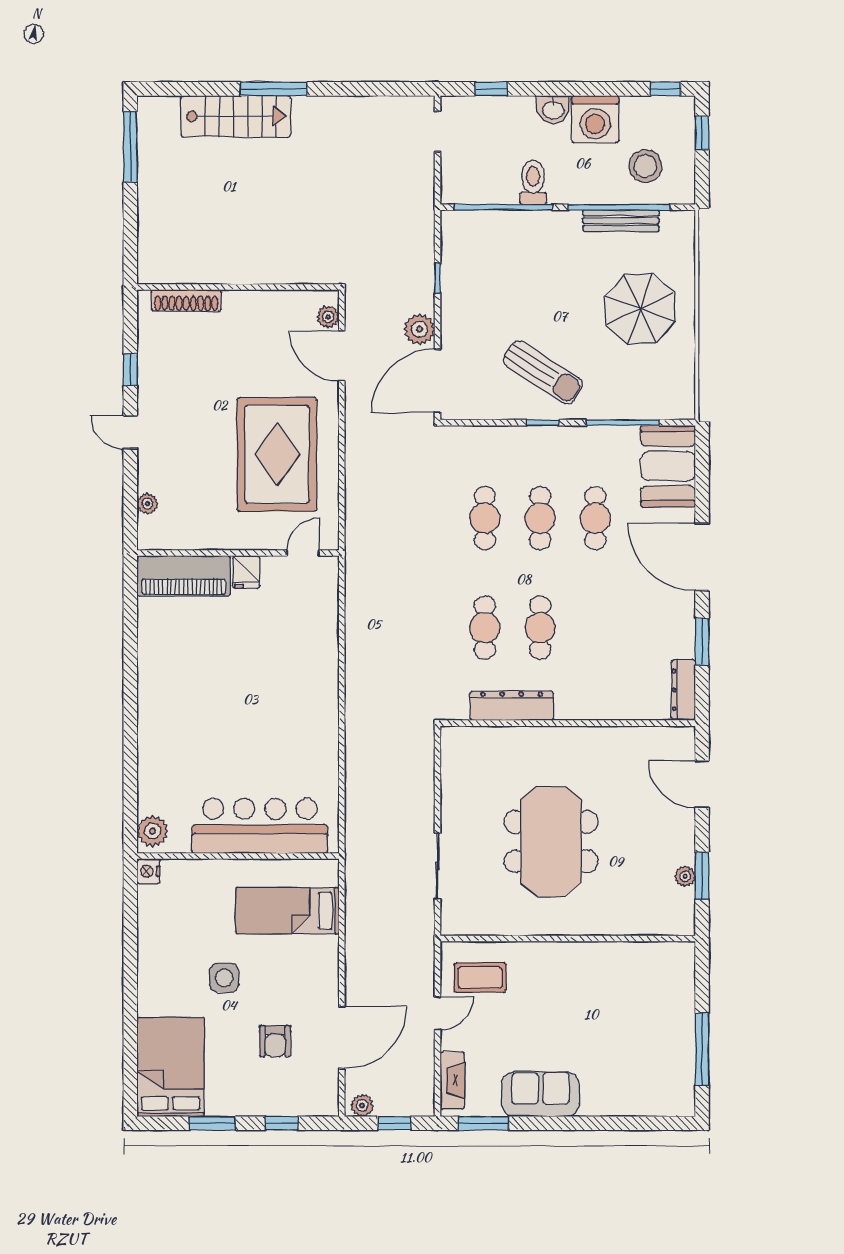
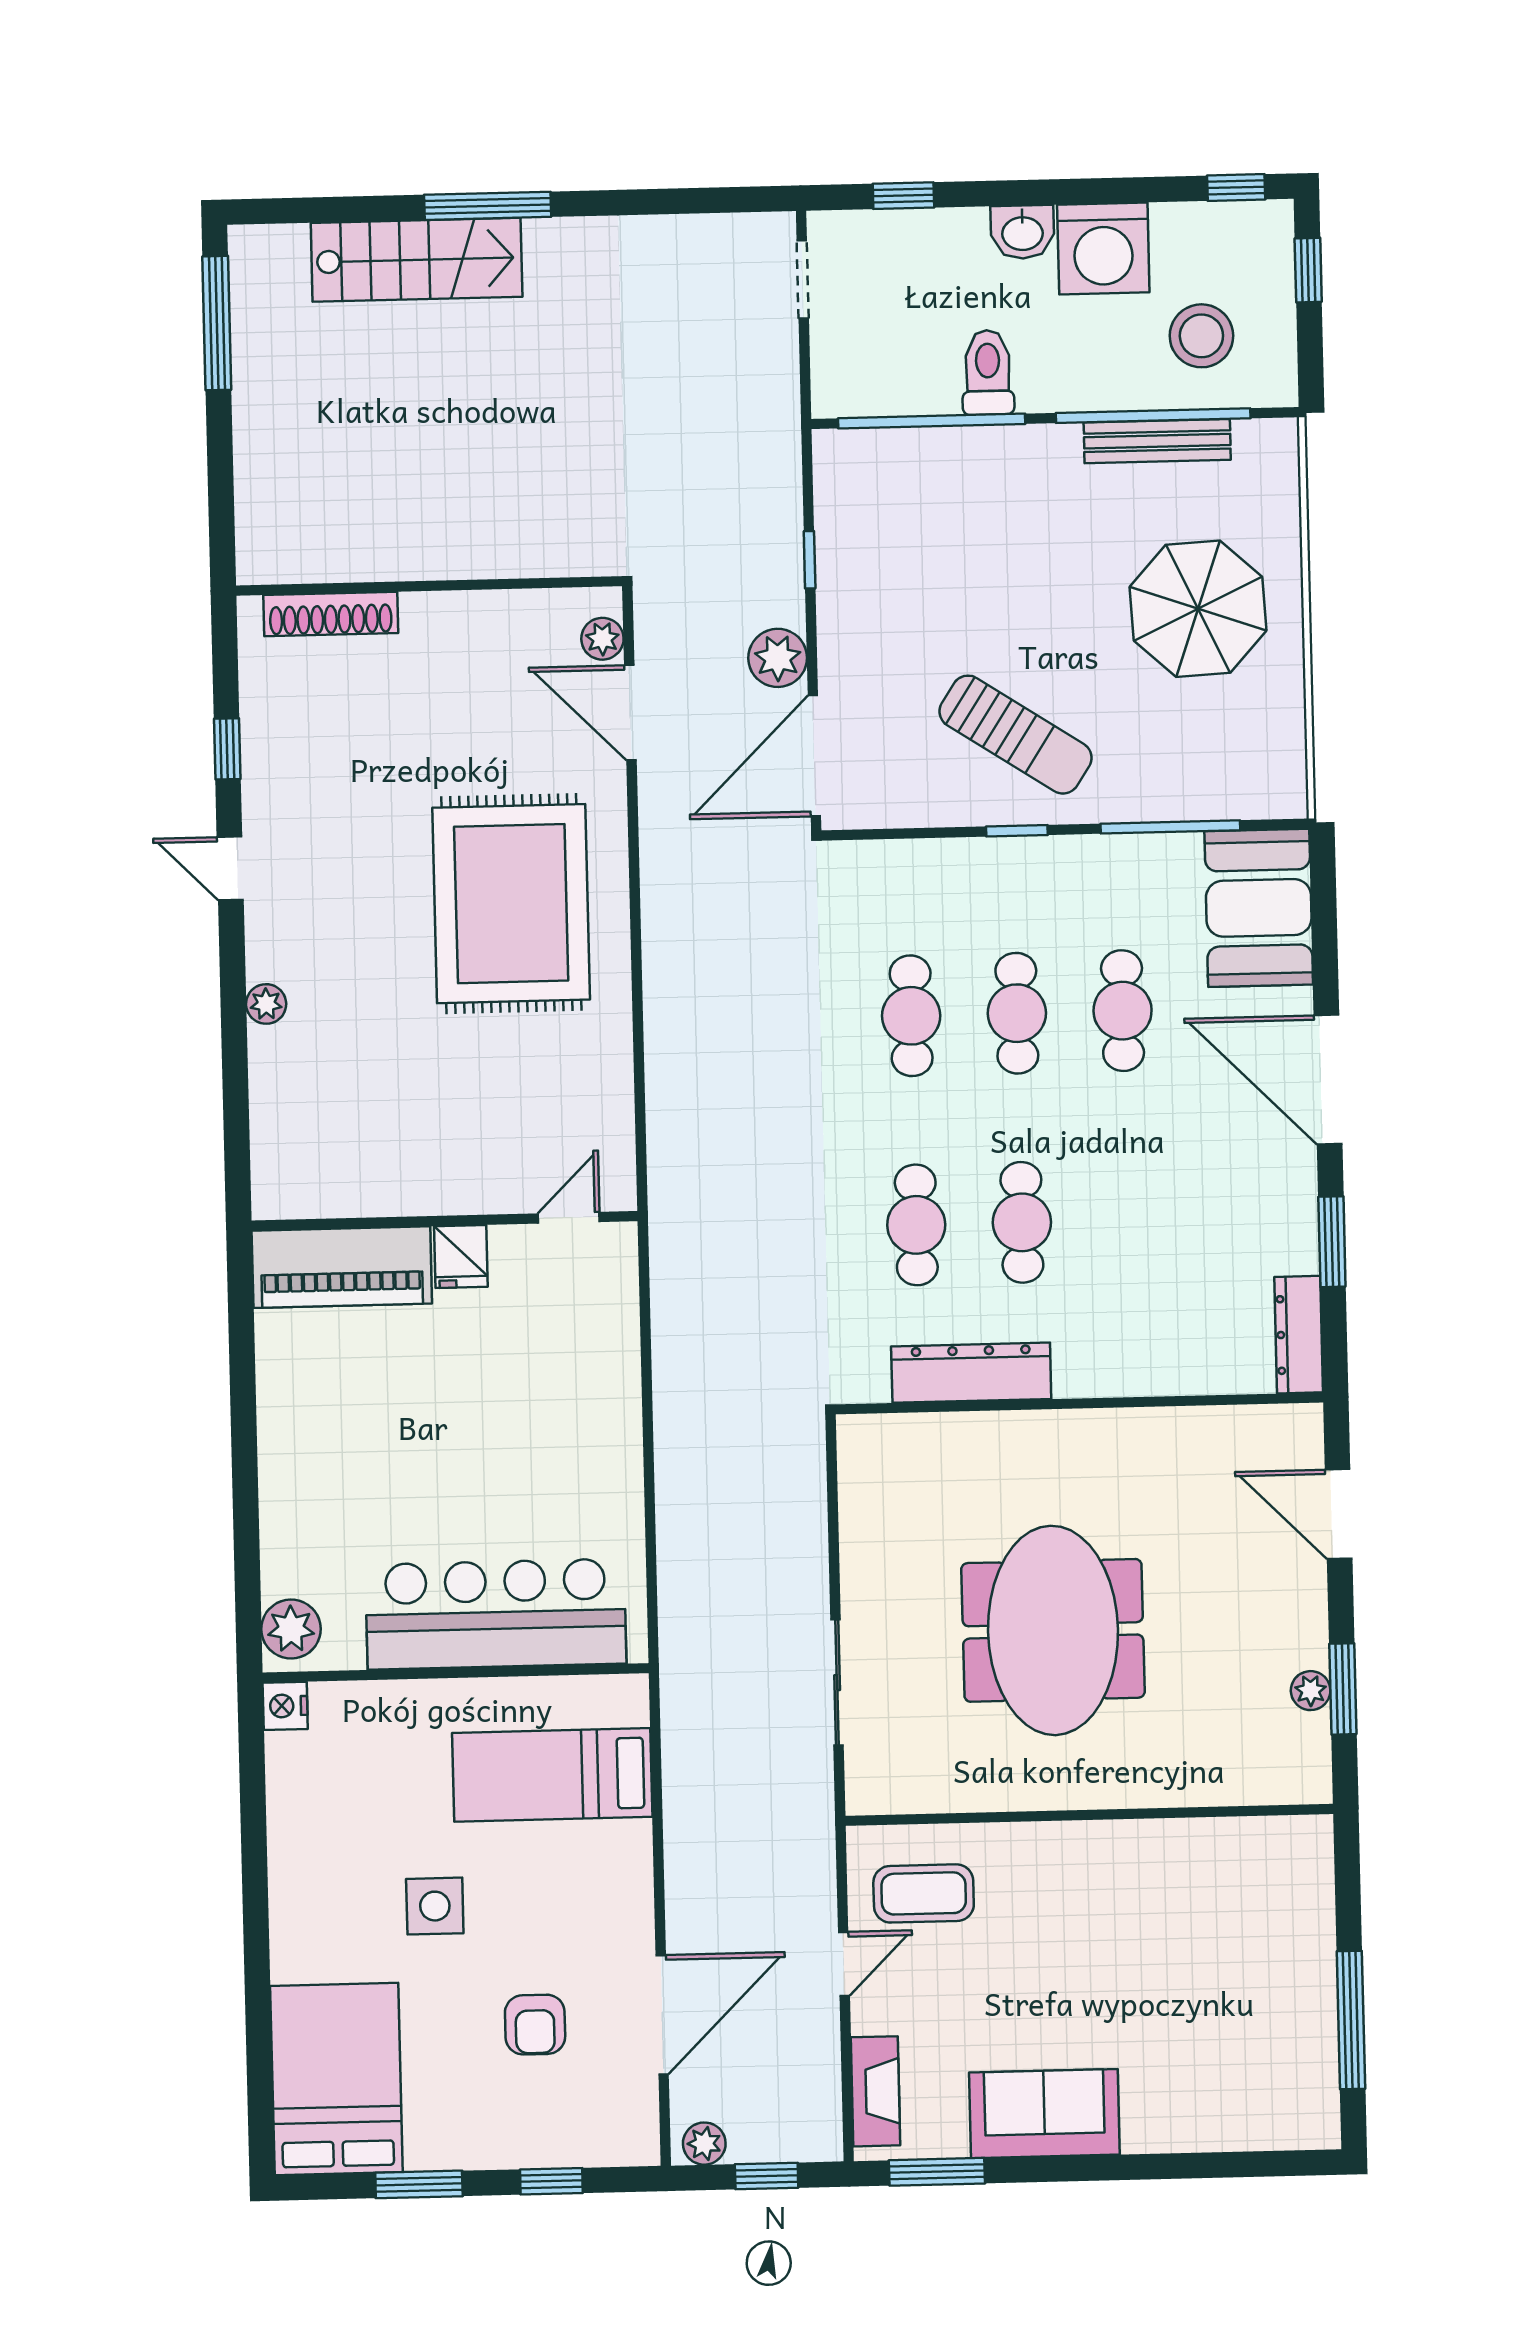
wall: (238, 553) -> (445, 1221), moved
door: (303, 553) -> (569, 1218), moved
fridge: (246, 572) -> (461, 1257), moved
piano: (184, 576) -> (342, 1267), moved

